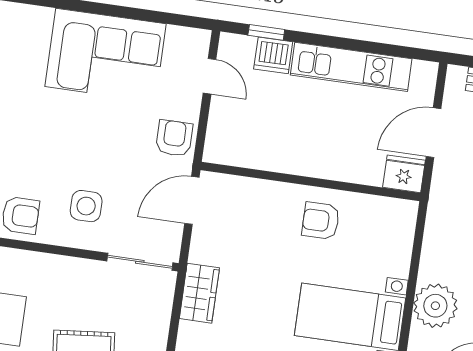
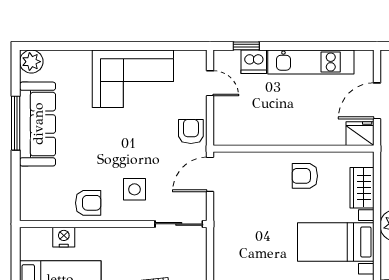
wardrobe: (199, 293) -> (362, 188), moved, turned 180

